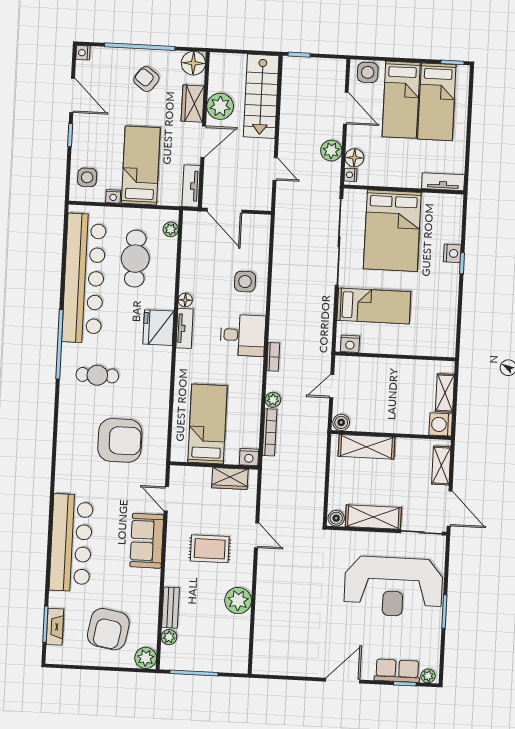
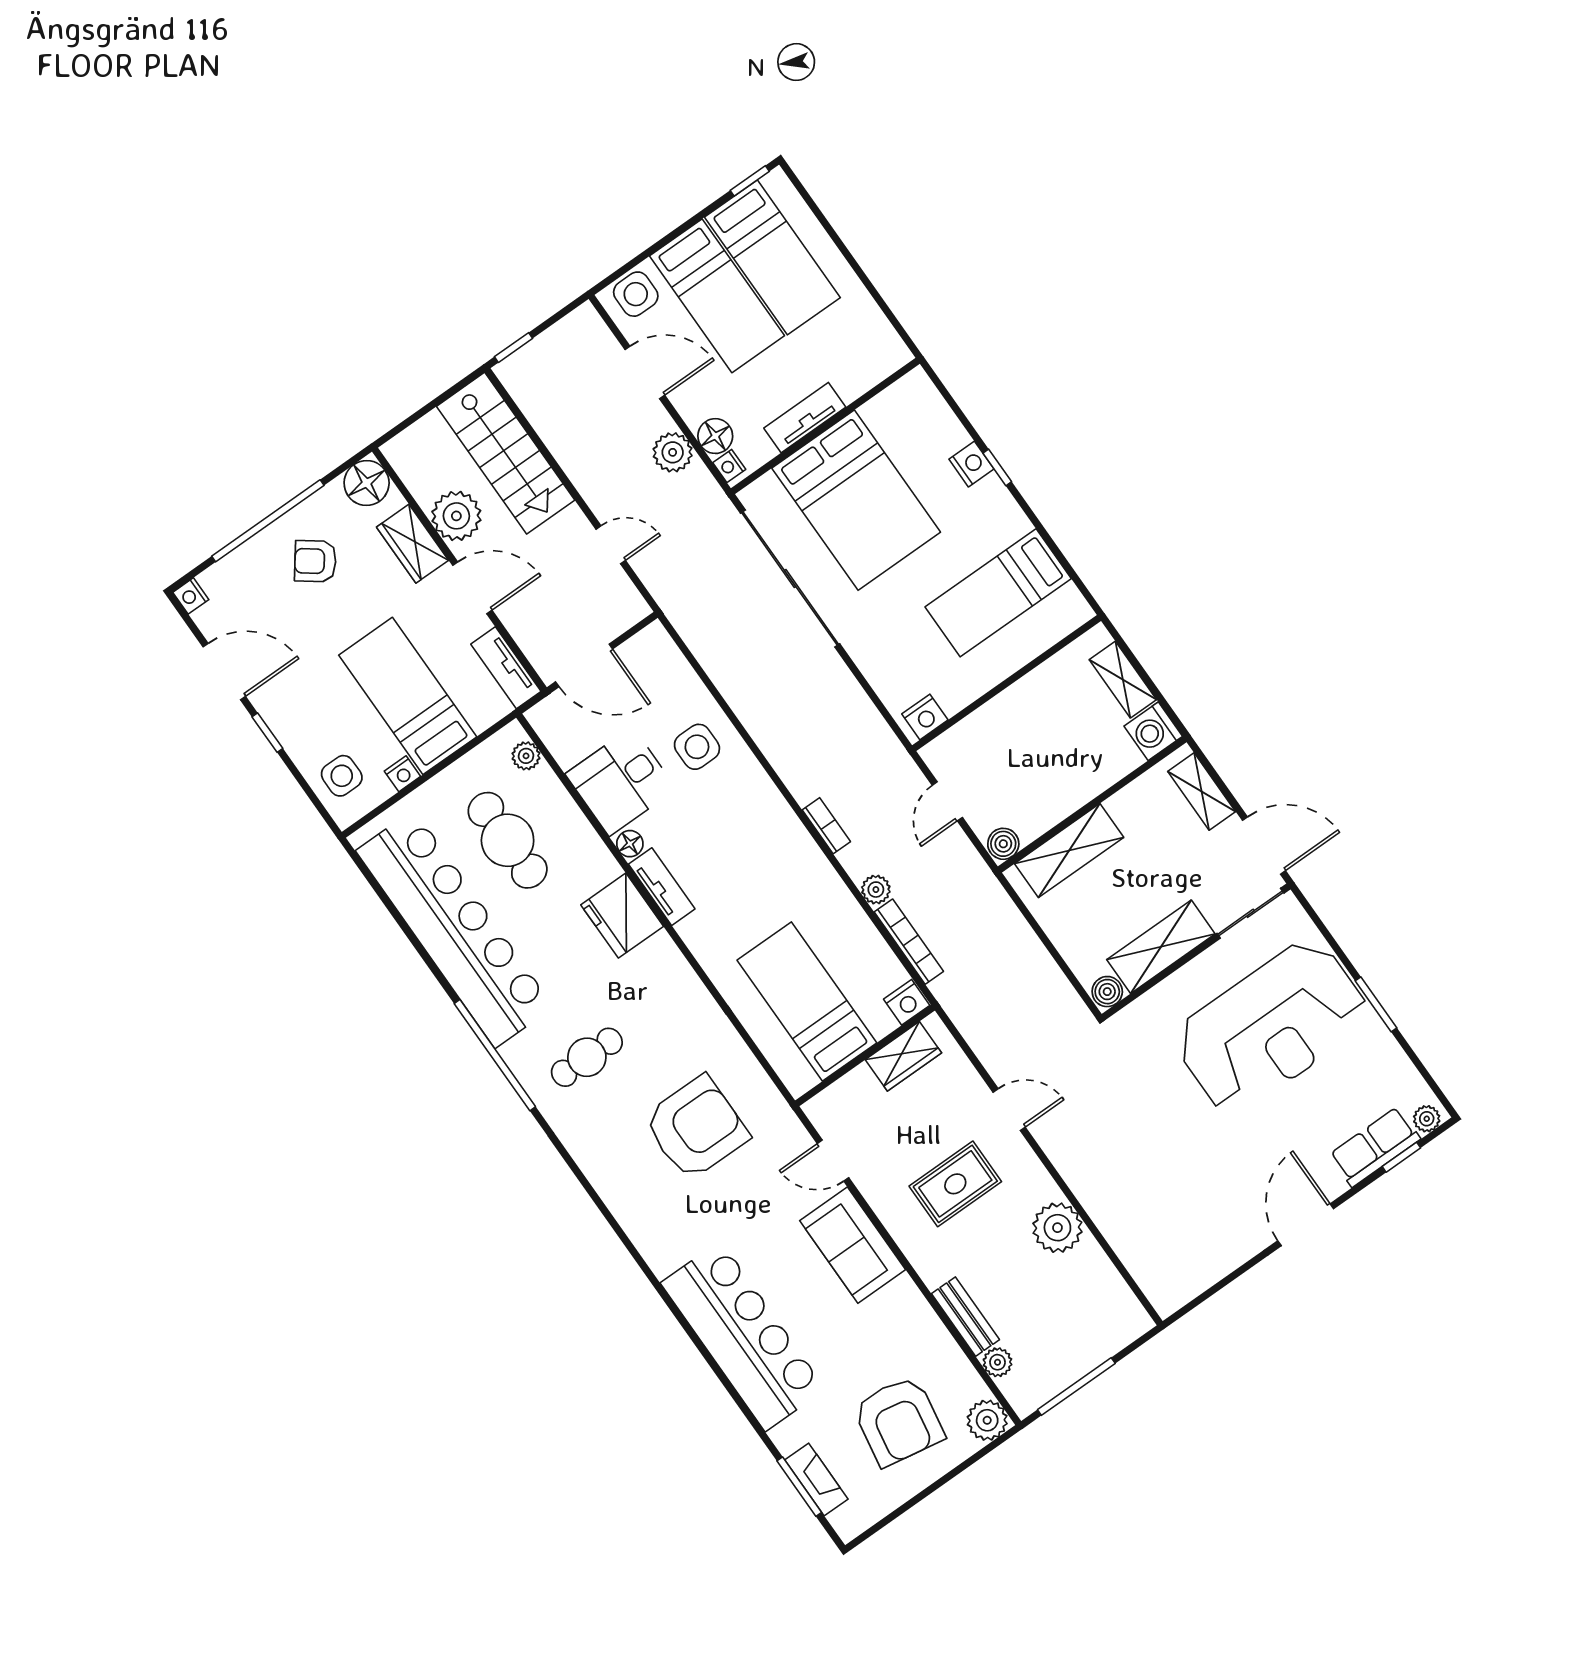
door: (203, 142) -> (472, 588), hinge flipped
tv unit: (443, 182) -> (805, 418), moved
bed: (374, 306) -> (998, 593), moved, turned 180
desk: (243, 335) -> (621, 781), moved, turned 180

